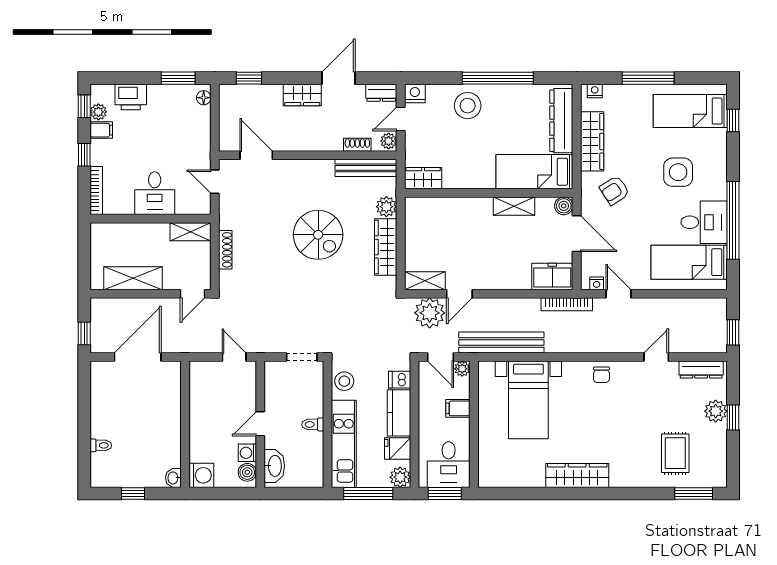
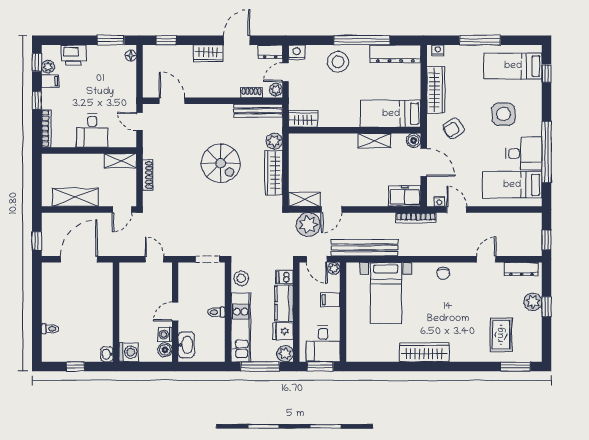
dresser: (561, 121) -> (395, 54), moved, turned -90

